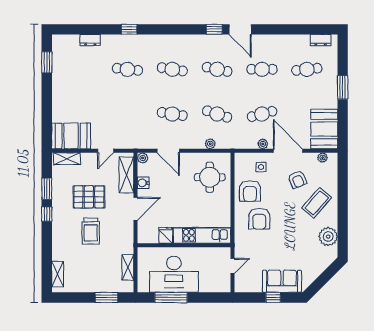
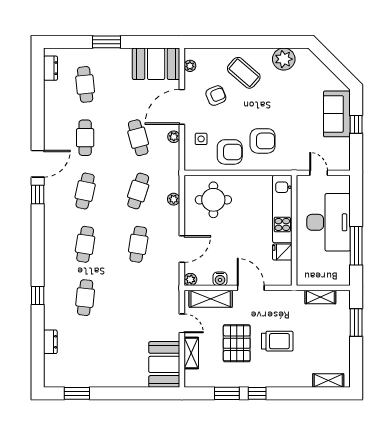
shelving: (67, 159) -> (191, 353), moved
desk: (174, 274) -> (329, 222), moved

